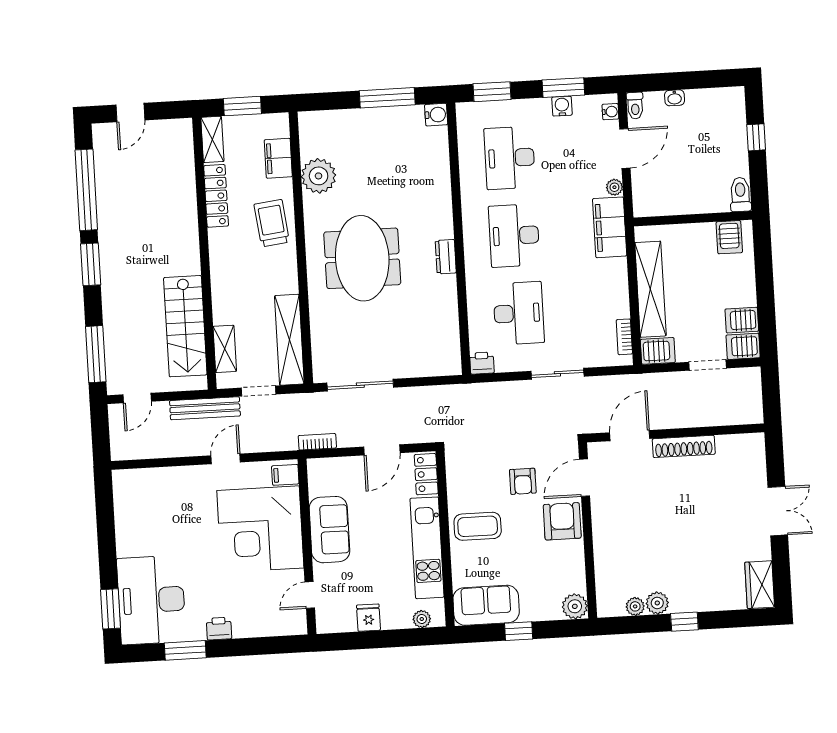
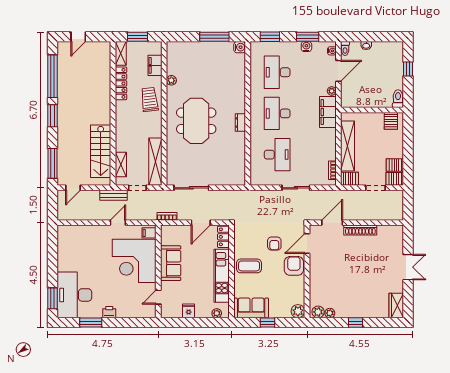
plant: (319, 176) -> (171, 80), width x0.53, depth x0.53
printer: (482, 363) -> (256, 180), removed
bench: (205, 408) -> (113, 195), width x0.73
plant: (657, 603) -> (318, 312), moved

